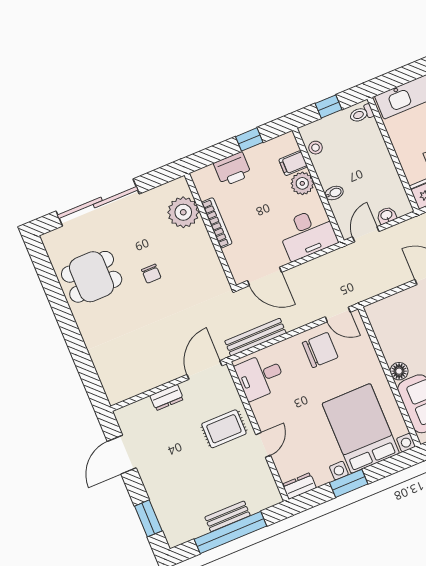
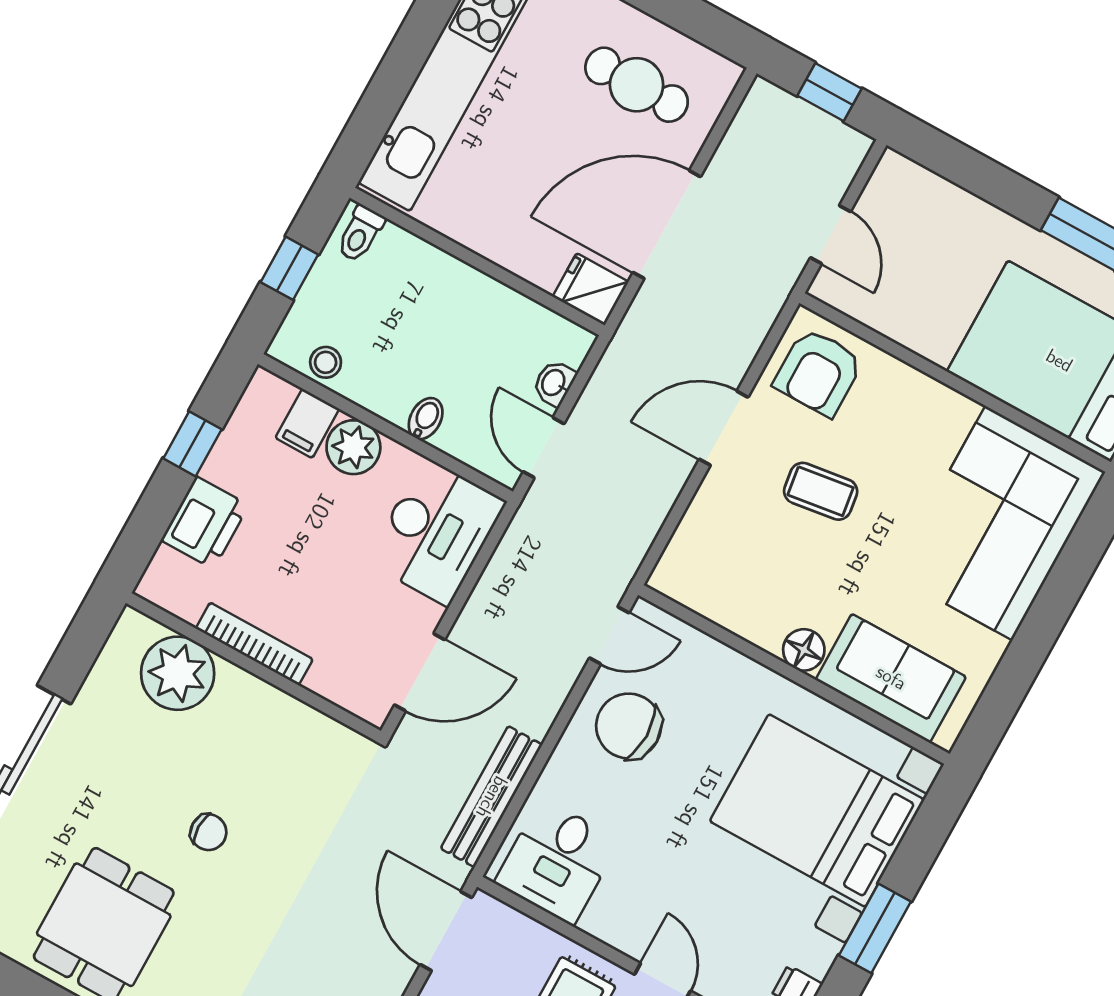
chair: (320, 350) -> (629, 726), turned -90

